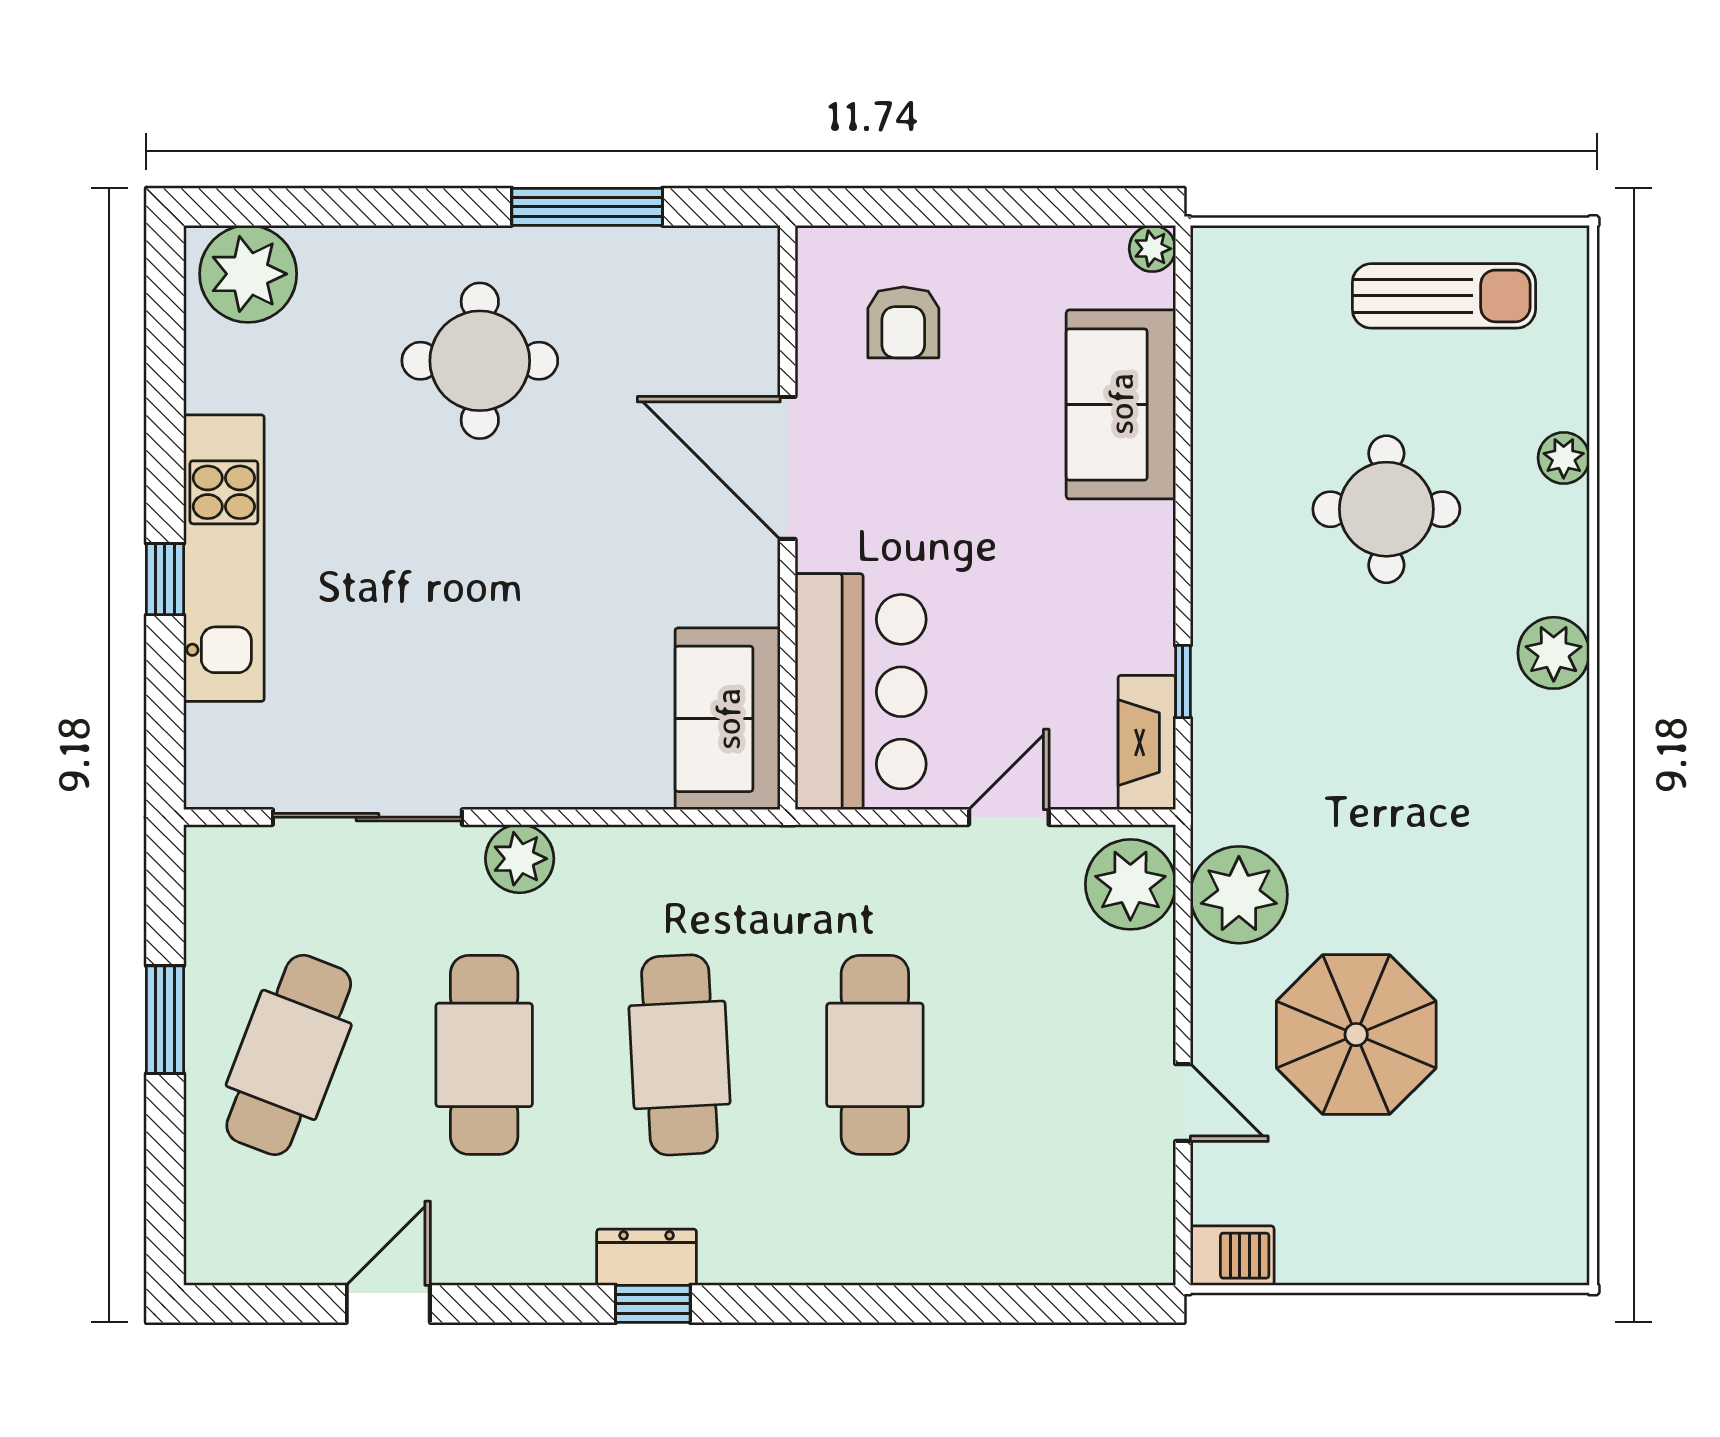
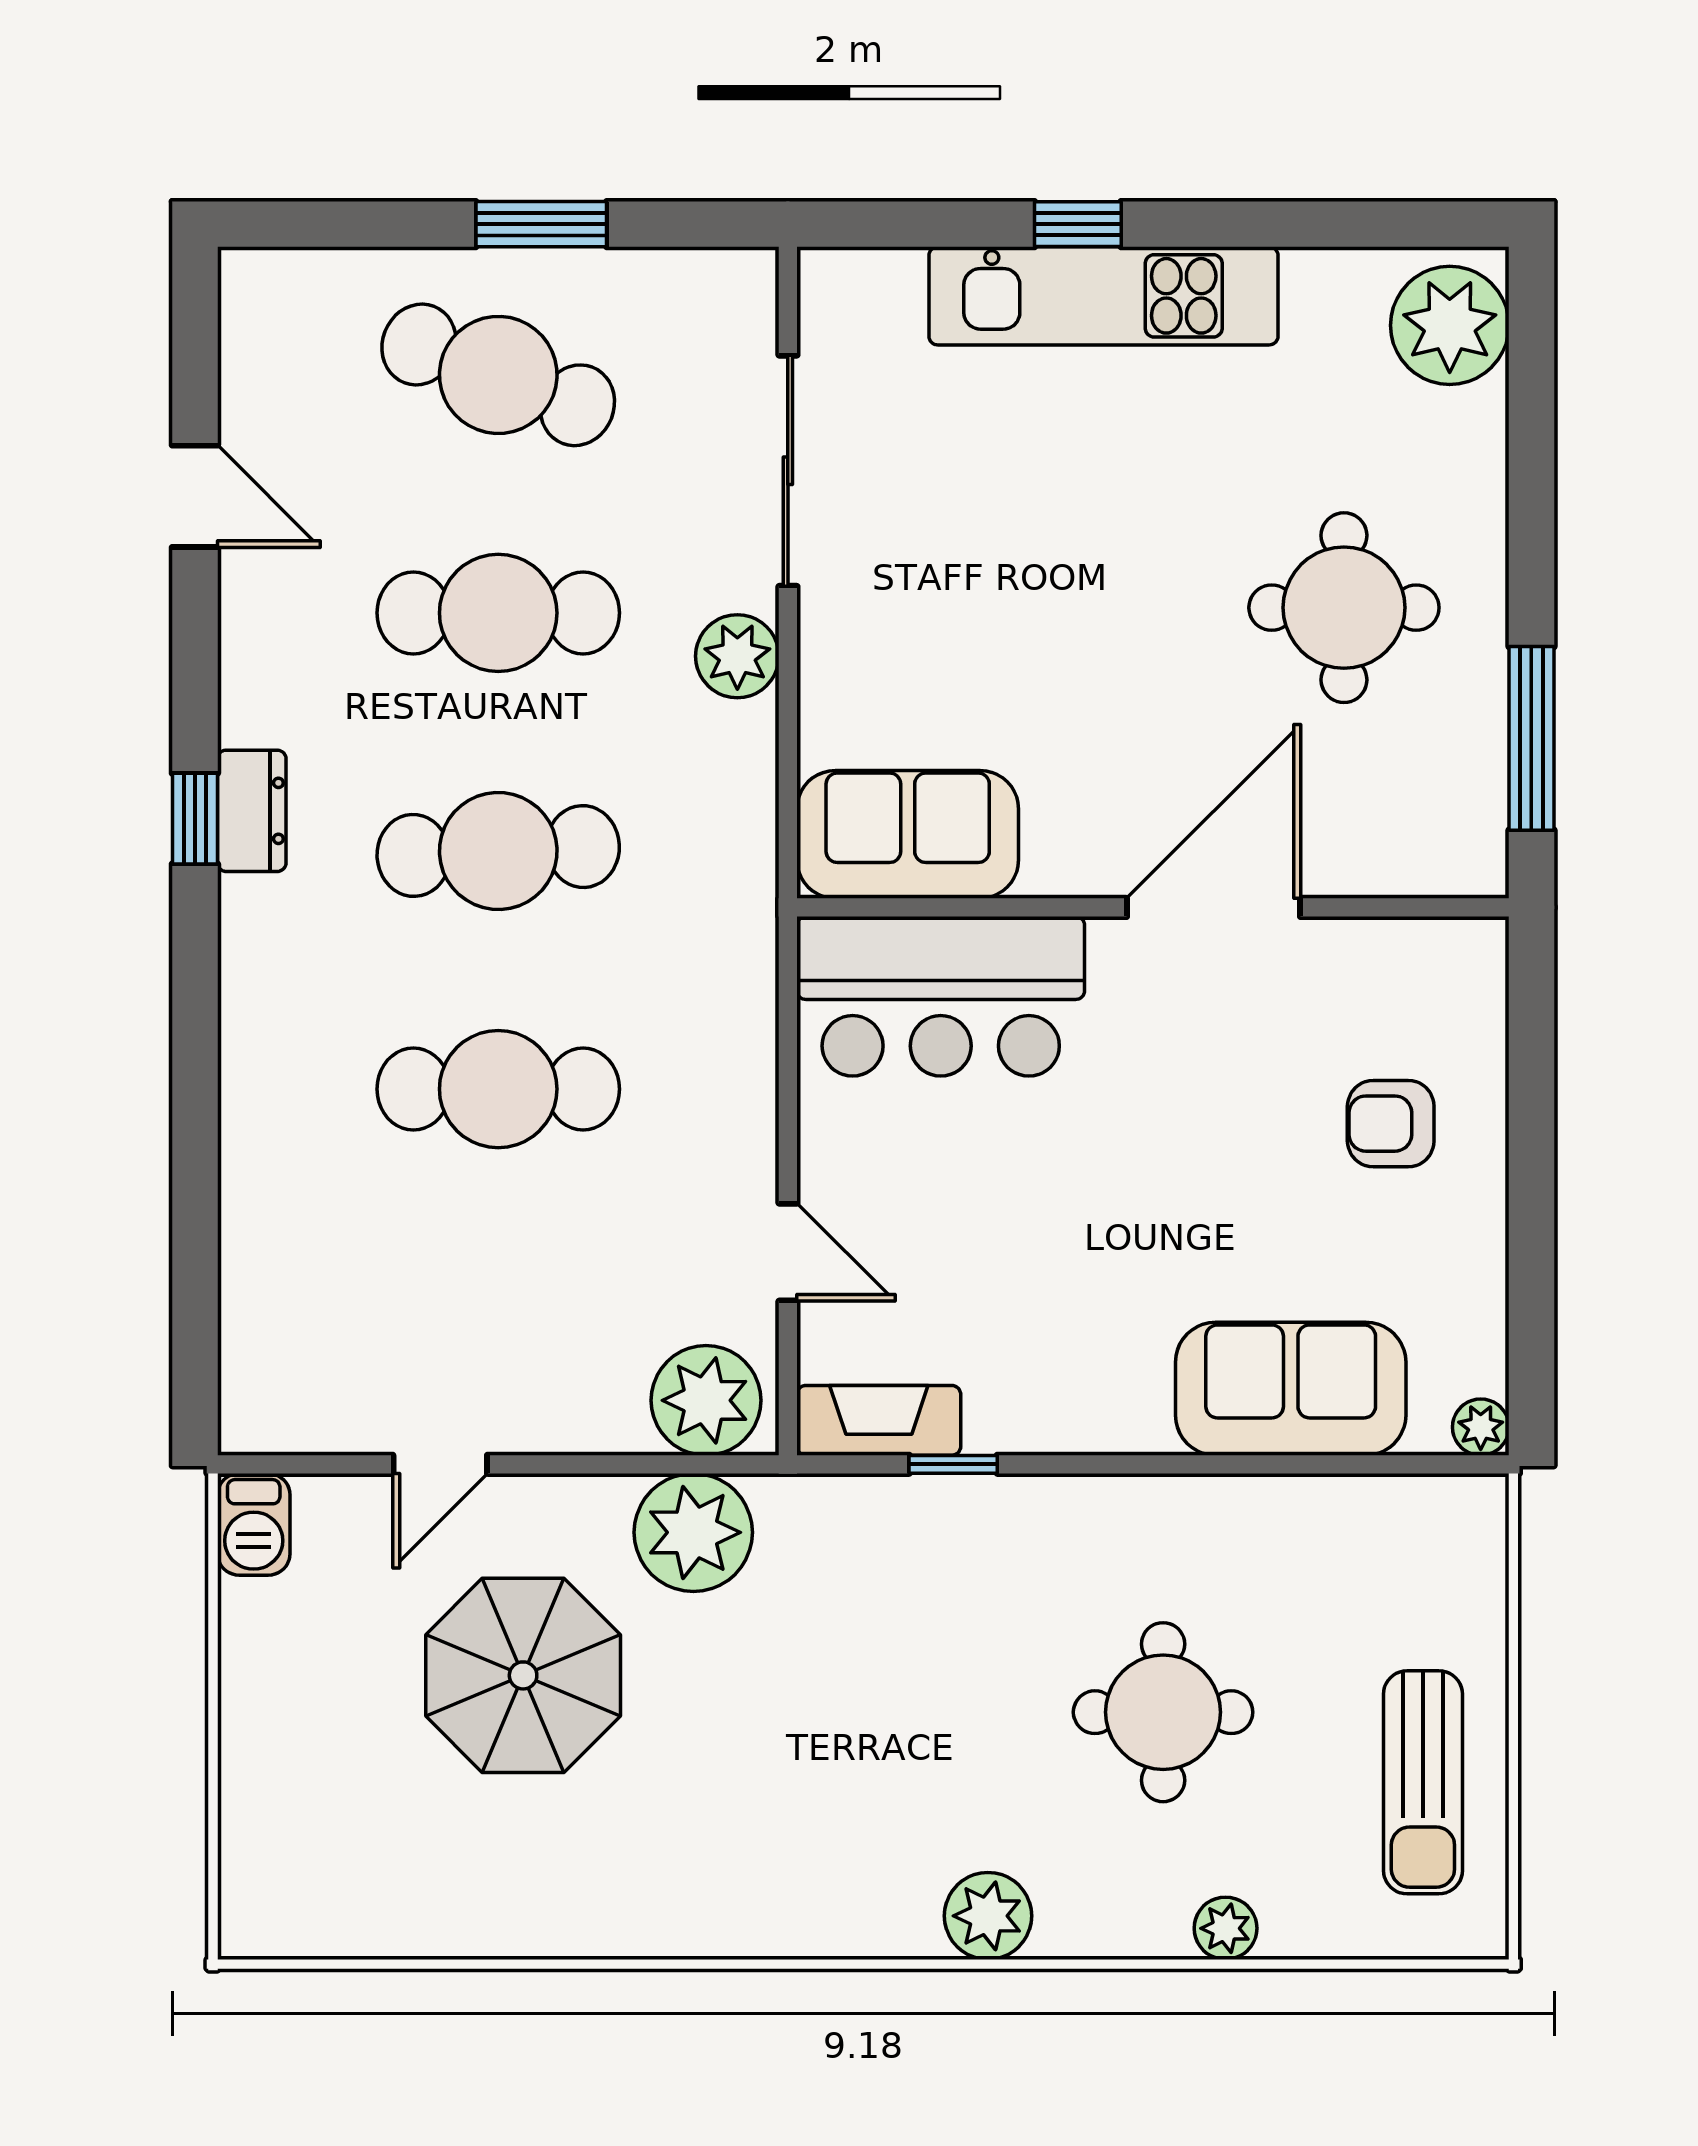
door: (788, 468) -> (1213, 907), moved
wall: (788, 518) -> (1153, 907), moved
bar counter: (861, 692) -> (941, 996), moved
sofa: (728, 719) -> (908, 834), moved

